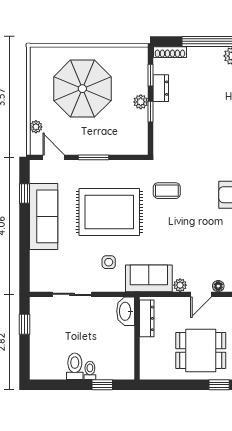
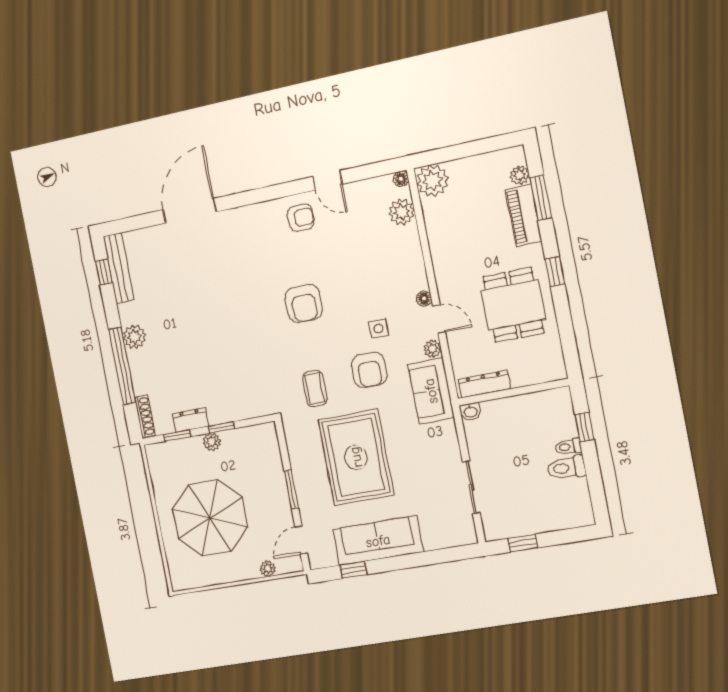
armchair: (173, 235) -> (369, 370), added
side table: (109, 262) -> (379, 329), moved
washbasin: (126, 311) -> (470, 412), width x0.52, depth x0.69

